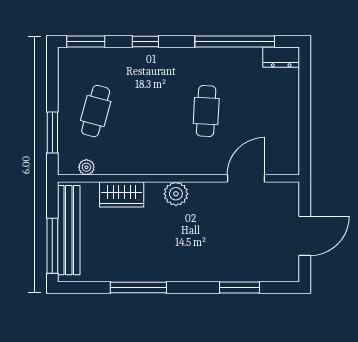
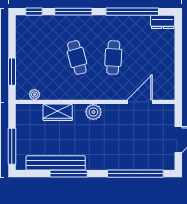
window: (86, 42) -> (34, 12), width x0.67
window: (145, 42) -> (73, 12), width x2.17
cafe table: (96, 111) -> (77, 57), moved, turned -30
bench: (69, 230) -> (56, 163), moved, turned 90
window: (240, 287) -> (135, 174), width x2.11

